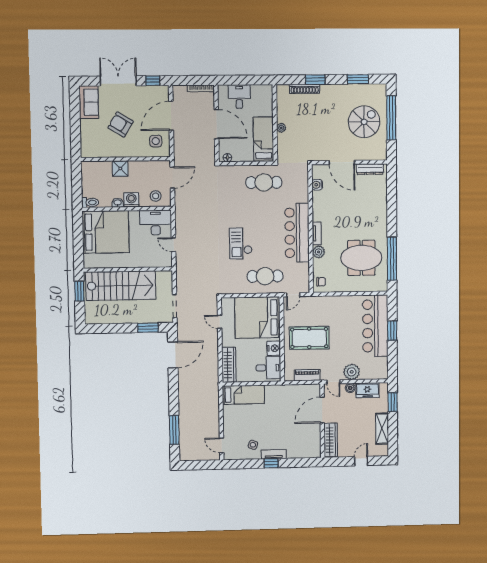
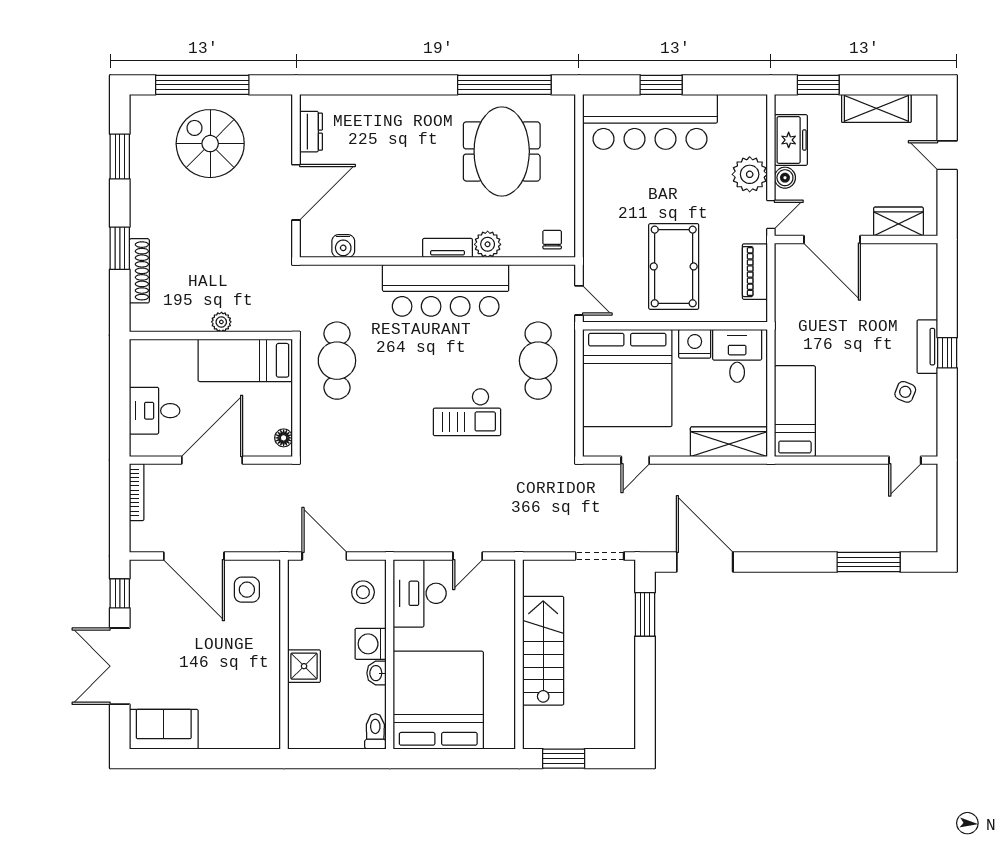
armchair: (121, 124) -> (211, 663), removed
dresser: (370, 169) -> (311, 132), width x0.70
stairs: (121, 286) -> (543, 651), width x0.73, depth x0.66
wardrobe: (331, 440) -> (898, 222), width x0.67

